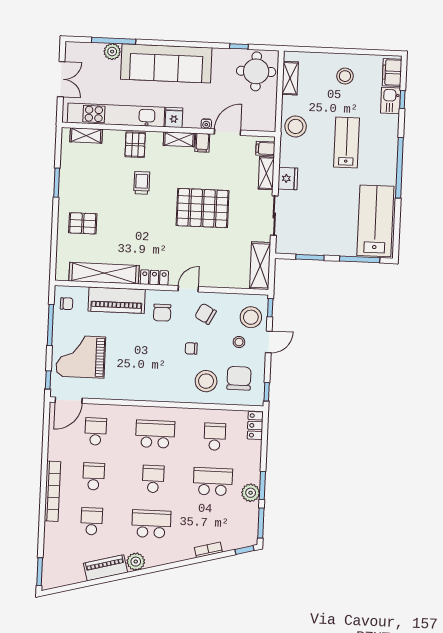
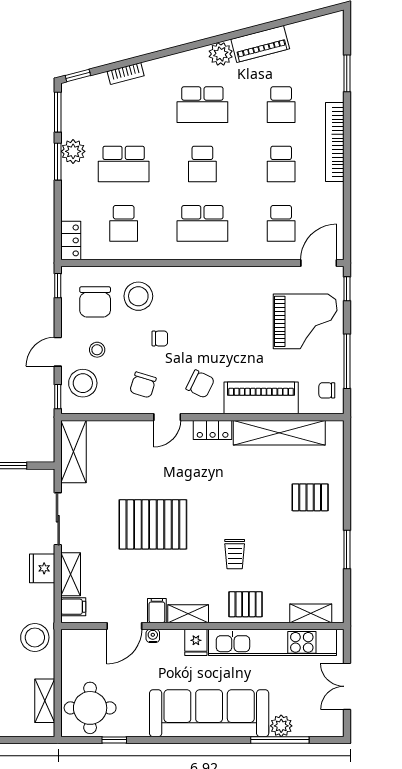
pallet: (135, 145) -> (246, 604), turned 90
chair: (162, 313) -> (200, 384), turned 116
chair: (206, 314) -> (143, 385), turned 79
window: (40, 572) -> (347, 73), moved

